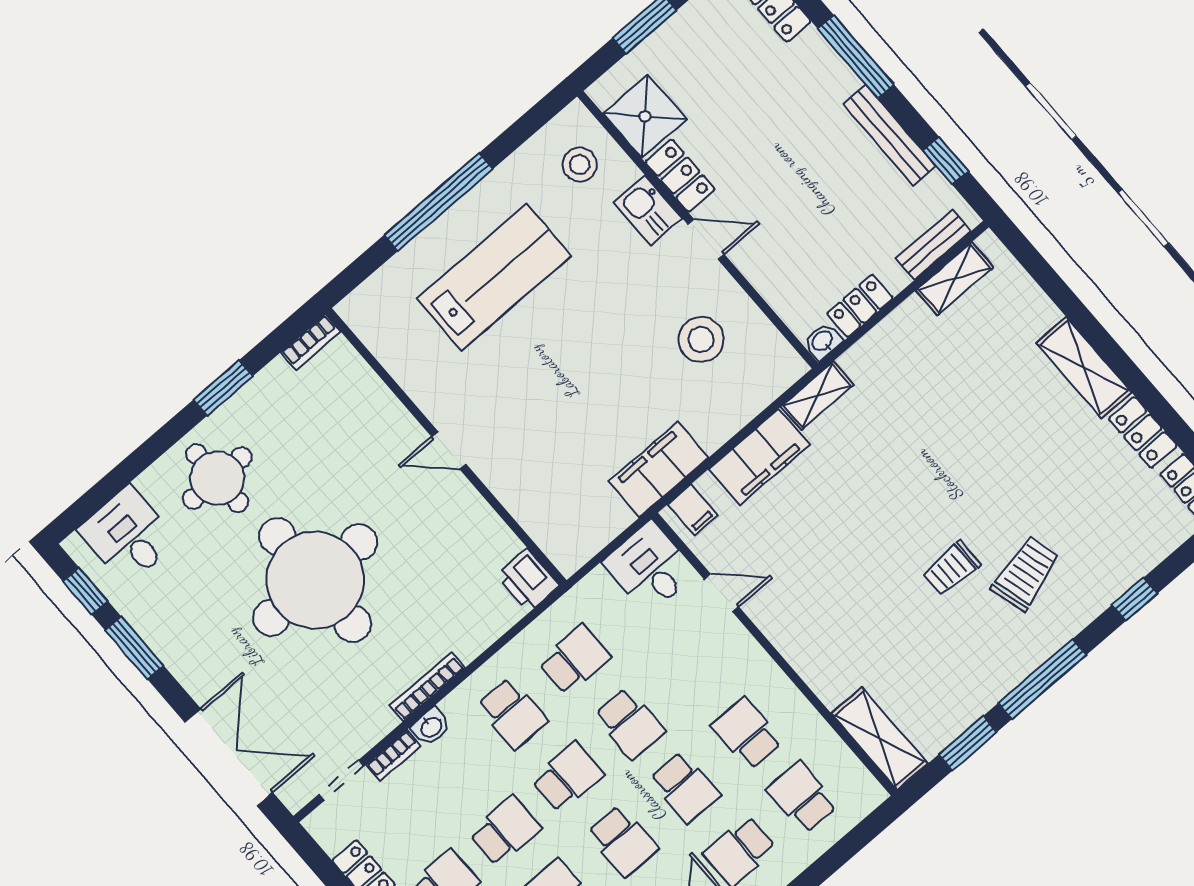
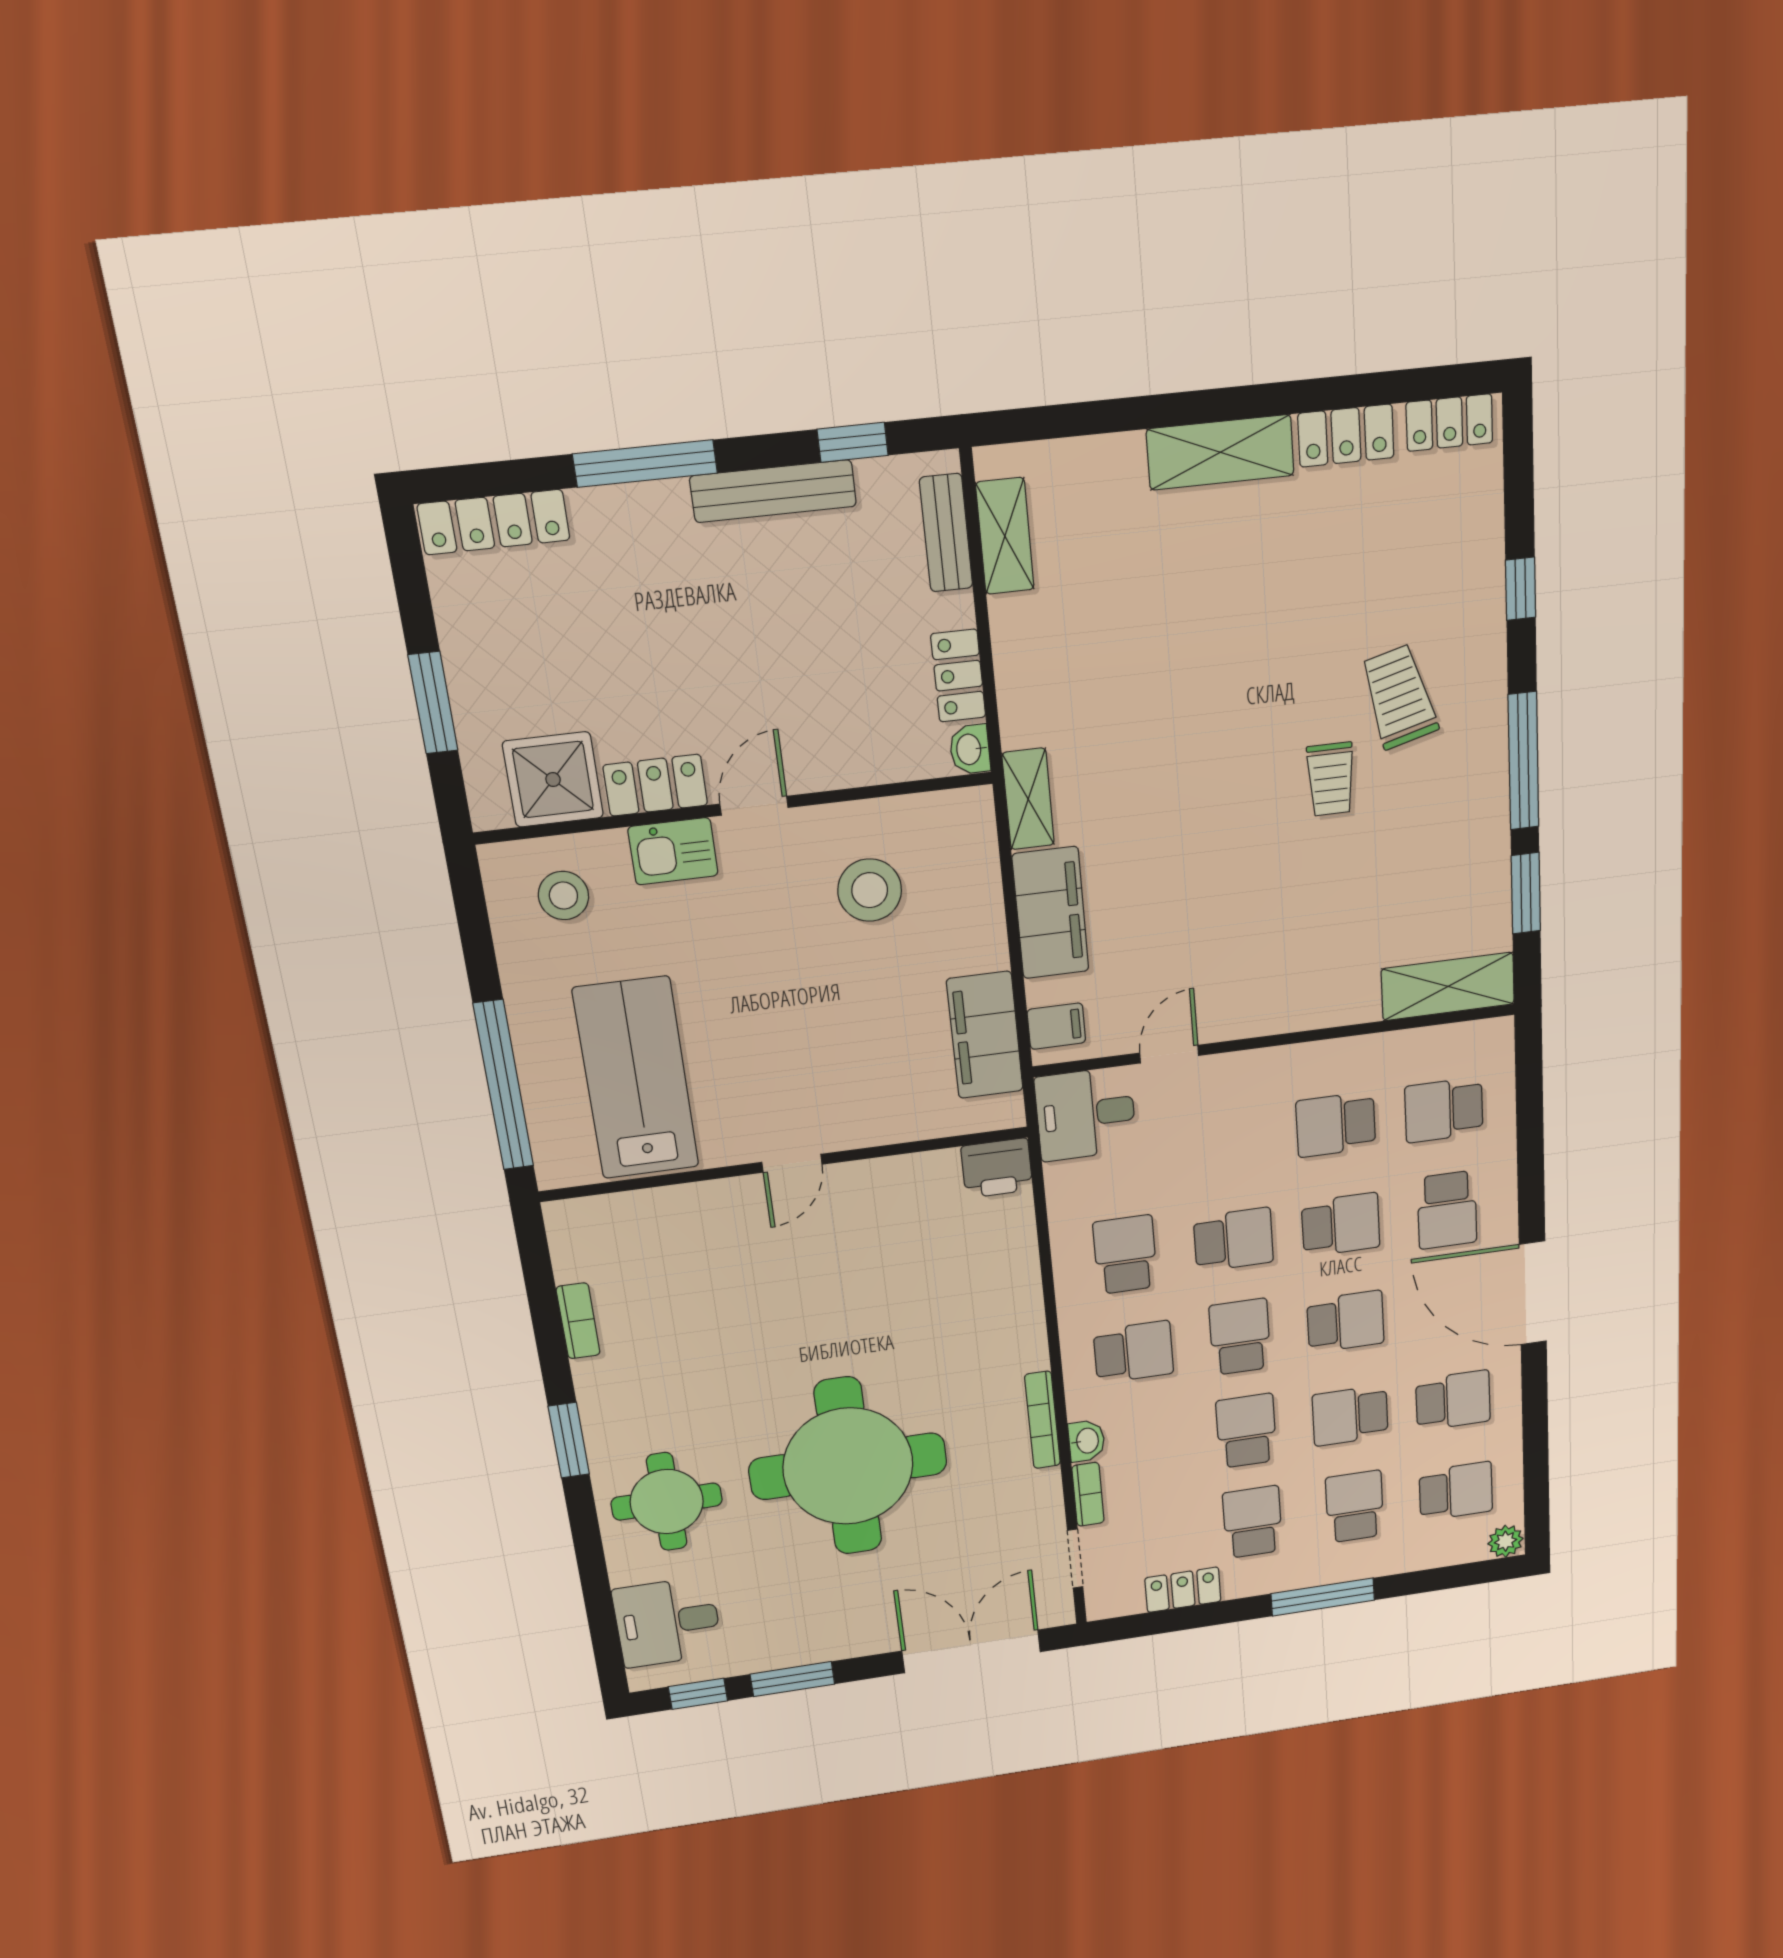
wall: (446, 447) -> (786, 1164), moved
door: (449, 450) -> (792, 1163), moved
printer: (528, 580) -> (997, 1168), moved

